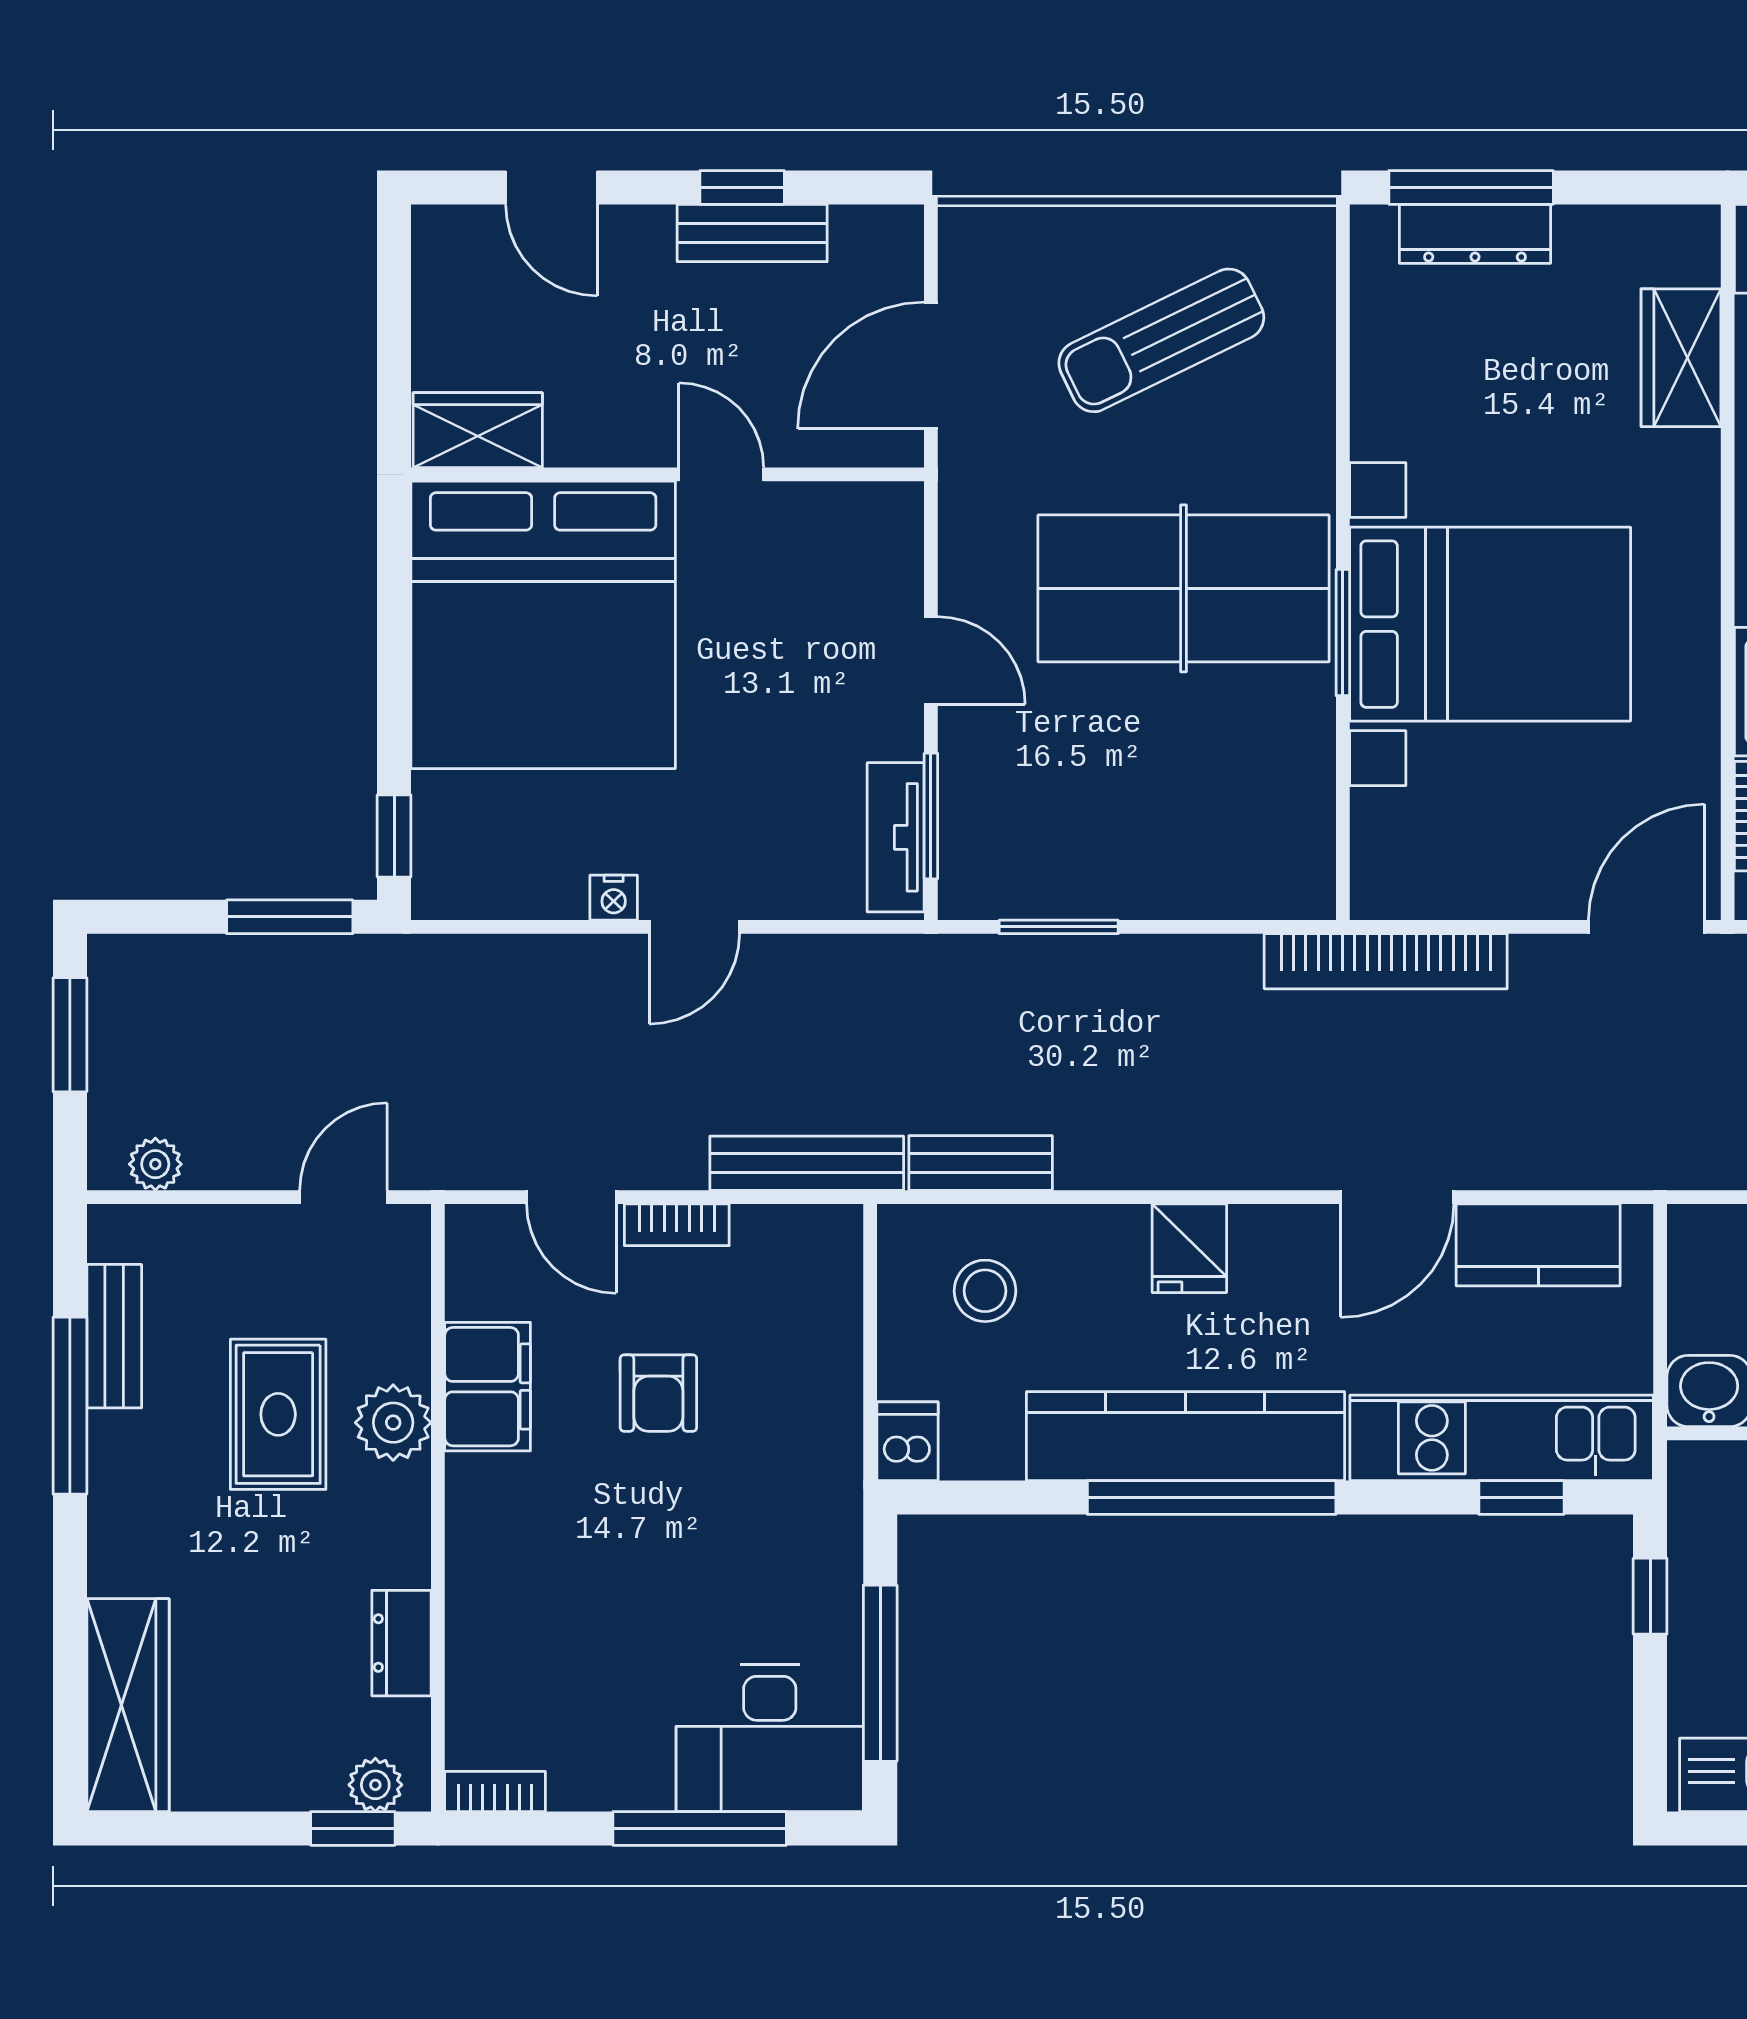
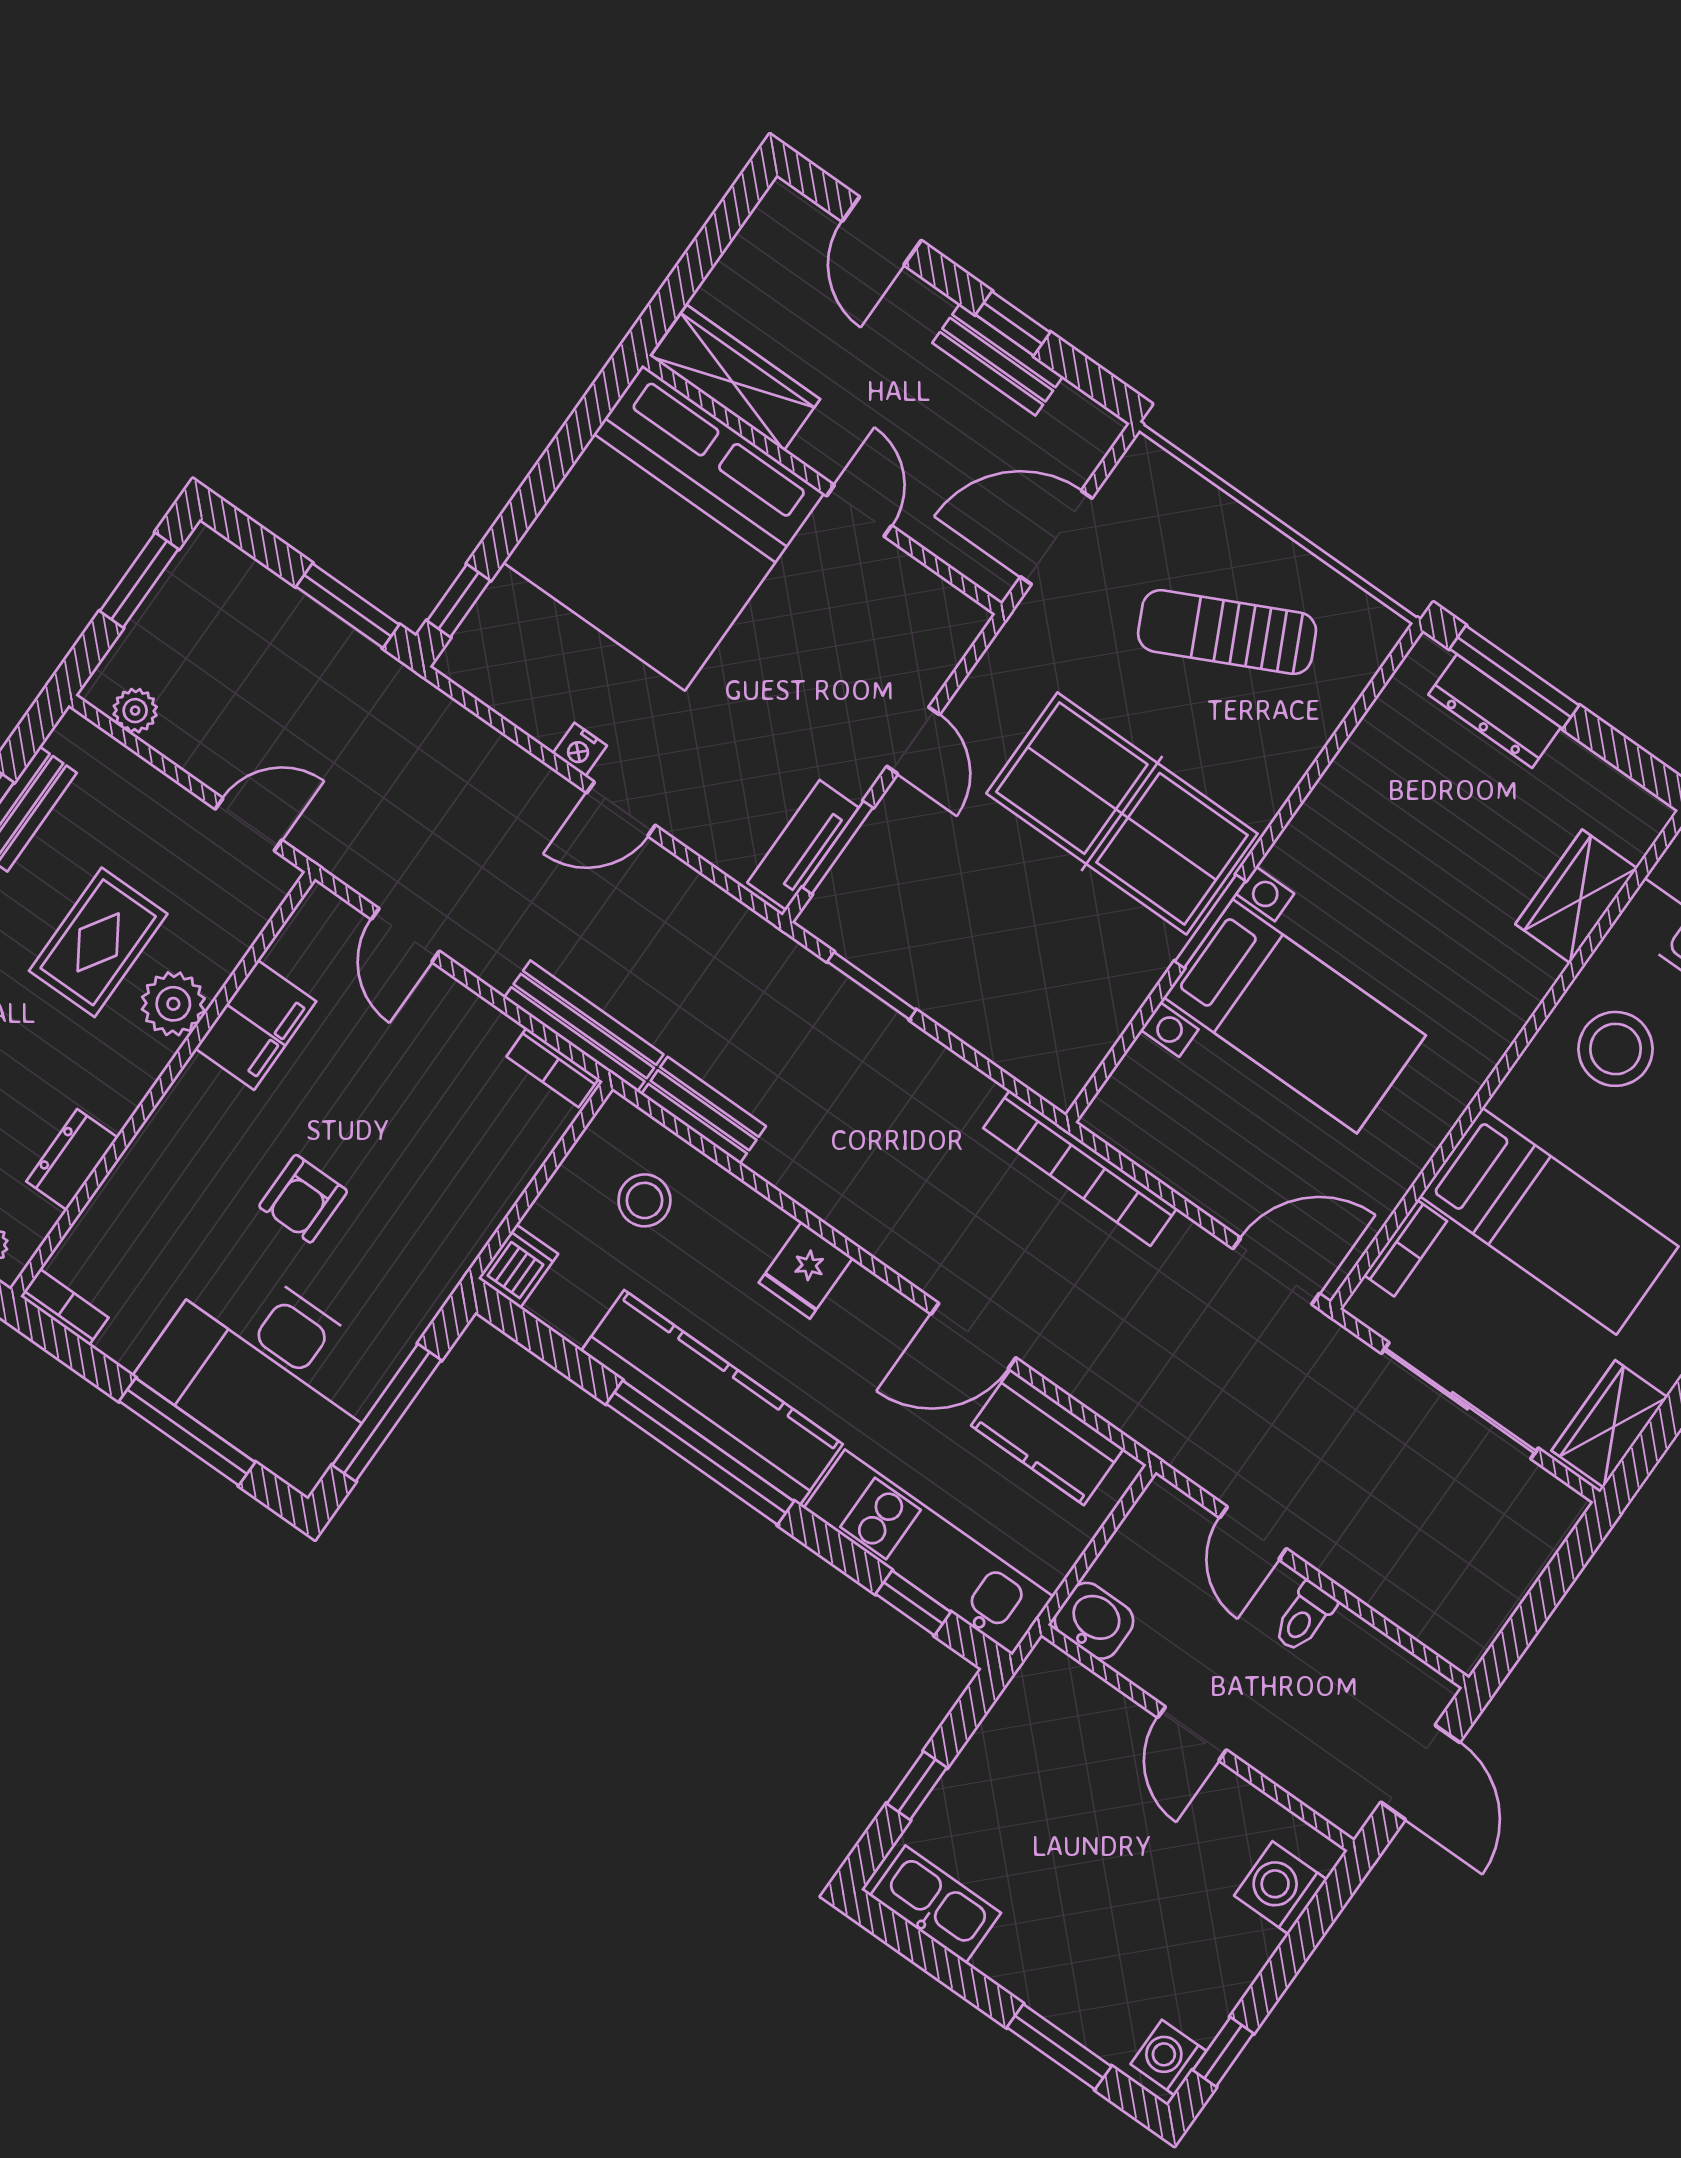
wardrobe: (478, 430) -> (735, 378), width x1.50
bed with nightstands: (1490, 624) -> (1295, 1016), width x0.73
bookcase: (677, 1225) -> (553, 1068), moved
armchair: (658, 1393) -> (303, 1199), moved
window: (1650, 1596) -> (917, 1786), moved
desk: (770, 1738) -> (267, 1372), width x1.36, depth x1.30

